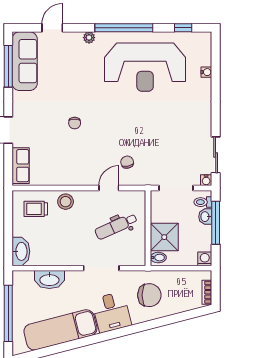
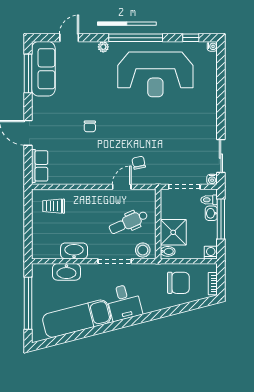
water cooler: (206, 72) -> (212, 46), moved
stool: (66, 202) -> (143, 250), moved
washbasin: (21, 251) -> (74, 251), moved, turned -90
chair: (149, 295) -> (178, 283), moved

